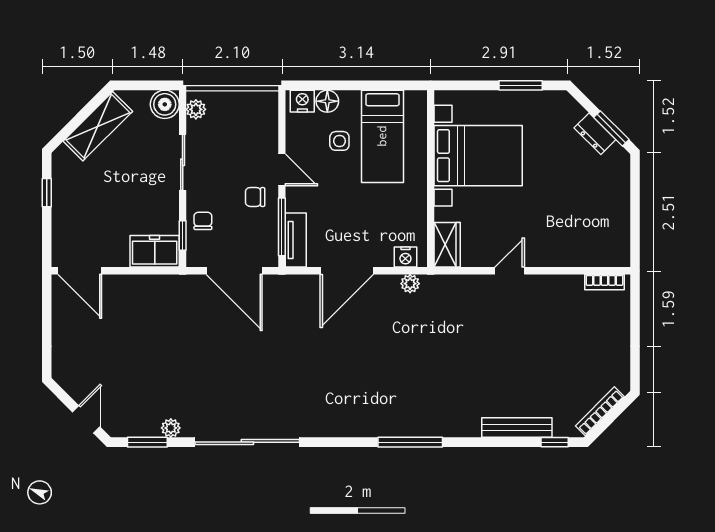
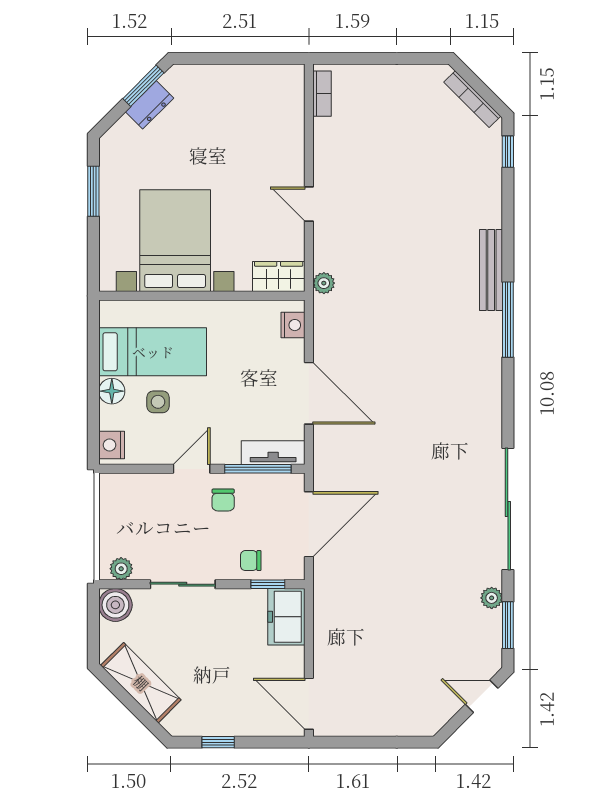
floor lamp: (327, 101) -> (112, 391), moved
door: (80, 271) -> (309, 704), swing flipped
plant: (410, 284) -> (324, 283), moved
bench: (517, 428) -> (491, 270), moved

